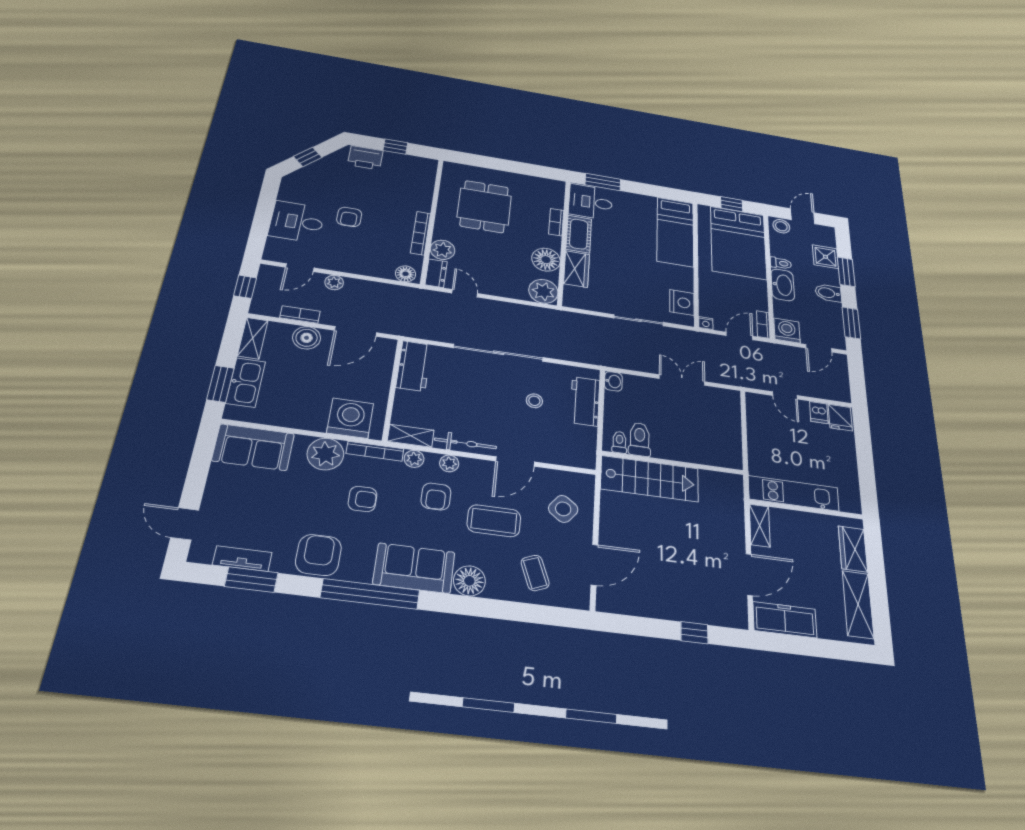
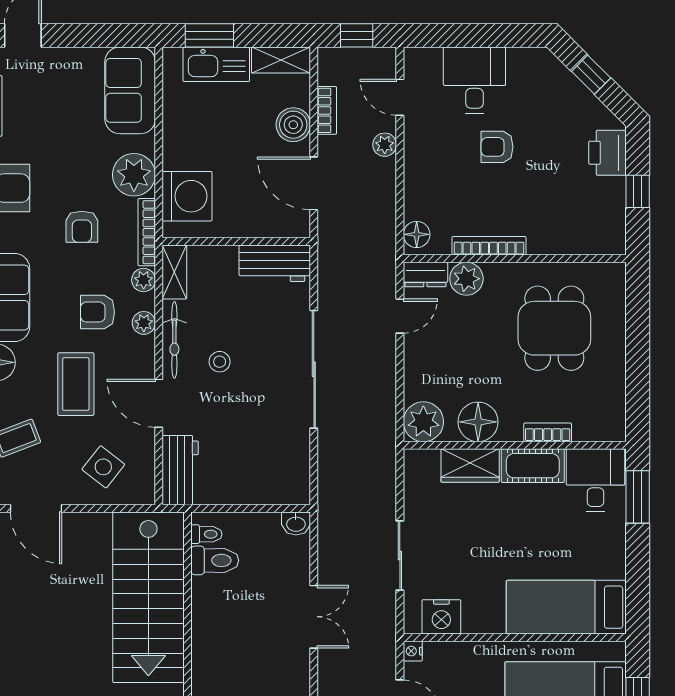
dining table: (484, 207) -> (554, 328), turned 90
stool: (534, 401) -> (220, 362), moved
workbench: (585, 401) -> (180, 470), moved, turned 90
stairs: (650, 479) -> (148, 597), width x1.36, depth x1.51

